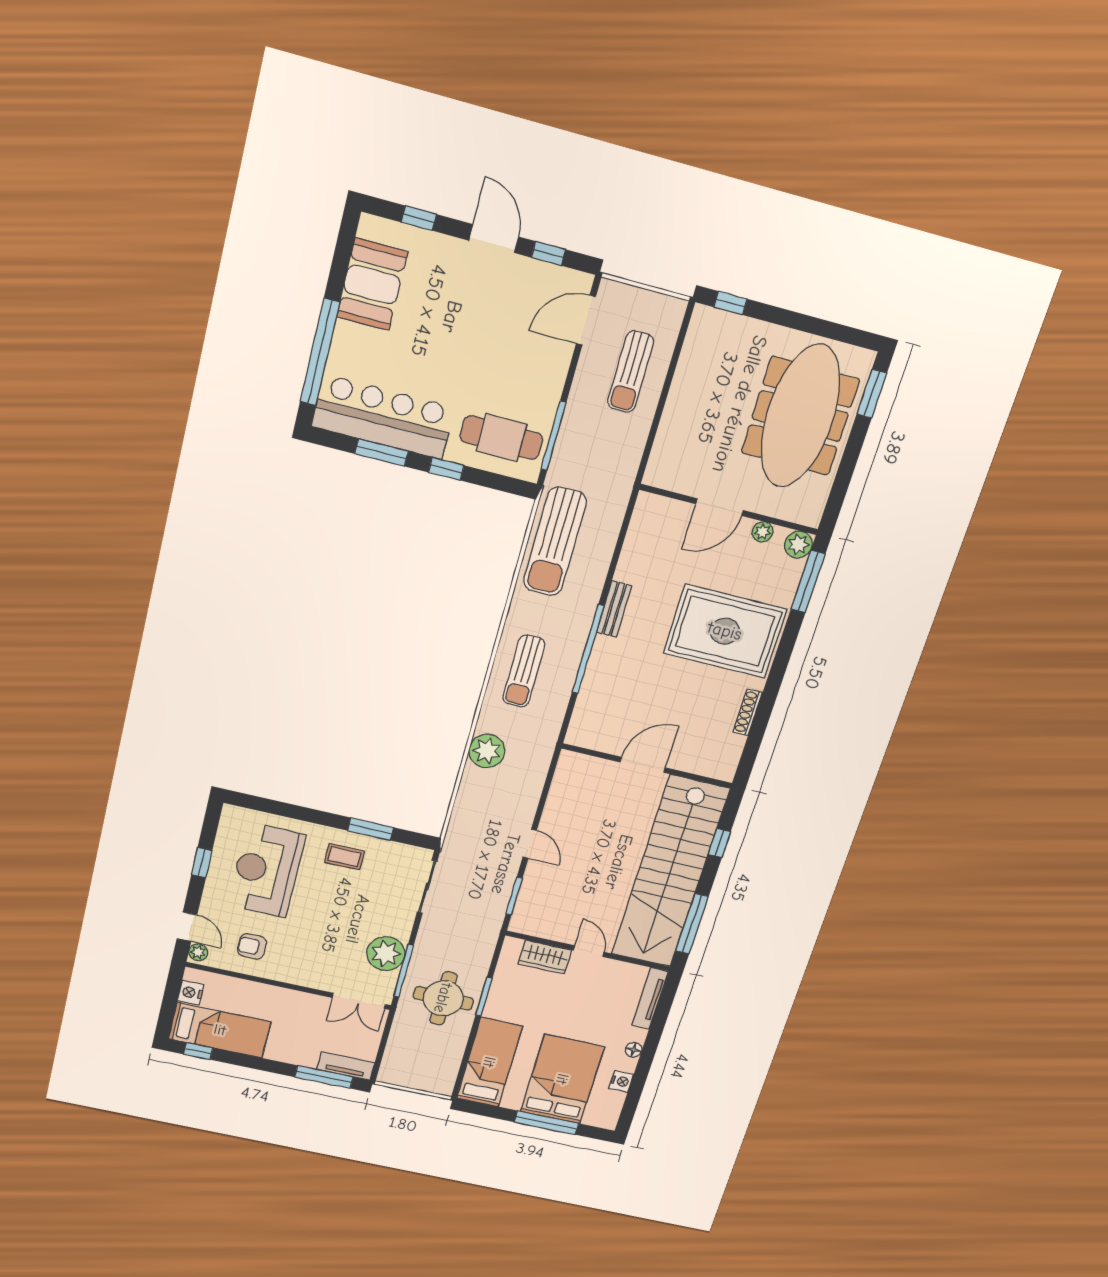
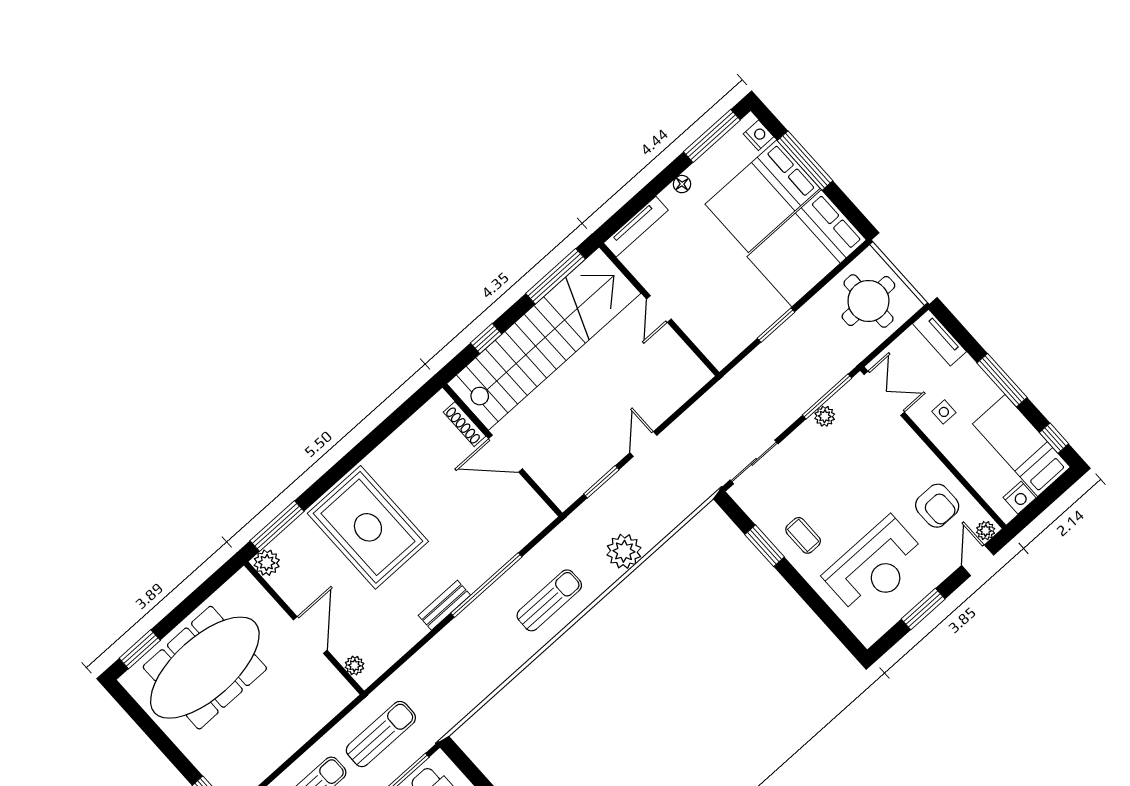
door: (720, 507) -> (310, 635), hinge flipped
plant: (762, 532) -> (354, 665), moved
sun lounger: (555, 542) -> (381, 734), moved, width x0.73, depth x0.75
shoe rack: (748, 712) -> (465, 424), moved, turned 90
window: (202, 863) -> (923, 609), width x1.50
window: (514, 896) -> (601, 482), moved
armchair: (252, 946) -> (937, 506), width x1.38, depth x1.38
plant: (386, 954) -> (825, 416), width x0.53, depth x0.53
wardrobe: (545, 957) -> (700, 329), removed
round table: (443, 998) -> (868, 301), moved
side table: (301, 1017) -> (944, 412), added
bed: (489, 1062) -> (807, 248), width x1.50
window: (324, 1077) -> (1002, 380), moved
nightstand: (621, 1081) -> (758, 135), moved, turned 90
window: (633, 1096) -> (712, 136), added

